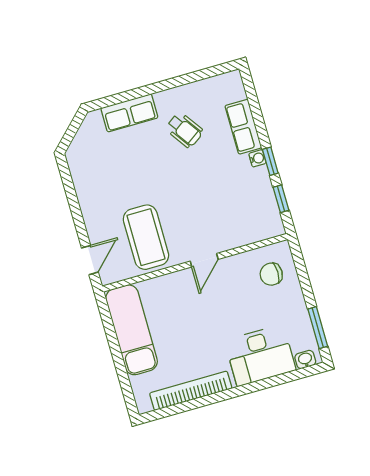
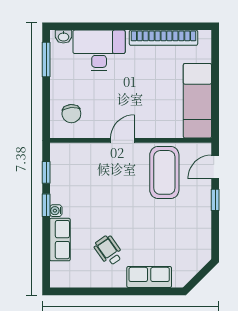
window: (79, 222) -> (215, 200), added
chair: (271, 274) -> (71, 114), turned 85

